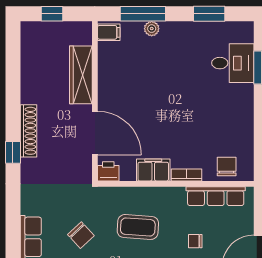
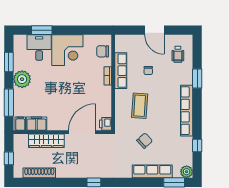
plant: (152, 29) -> (22, 79), moved, width x1.88, depth x1.88
corner desk: (229, 109) -> (67, 50), added
shoe rack: (28, 131) -> (39, 173), moved
filing cabinet: (153, 170) -> (36, 124), moved, turned 90
row of seats: (216, 196) -> (121, 71), moved

